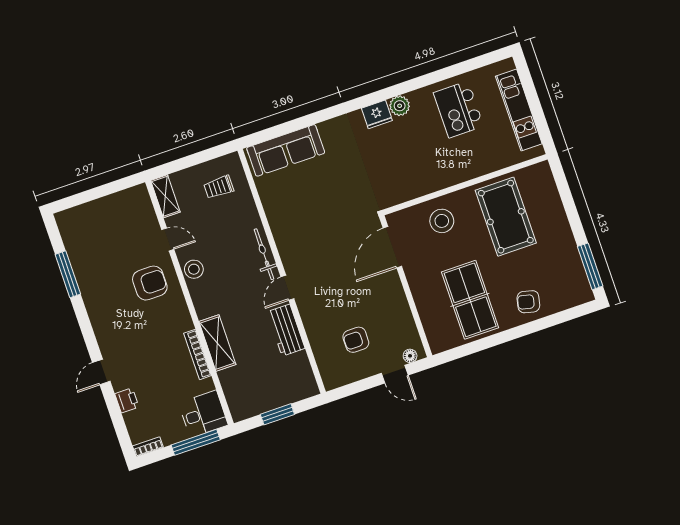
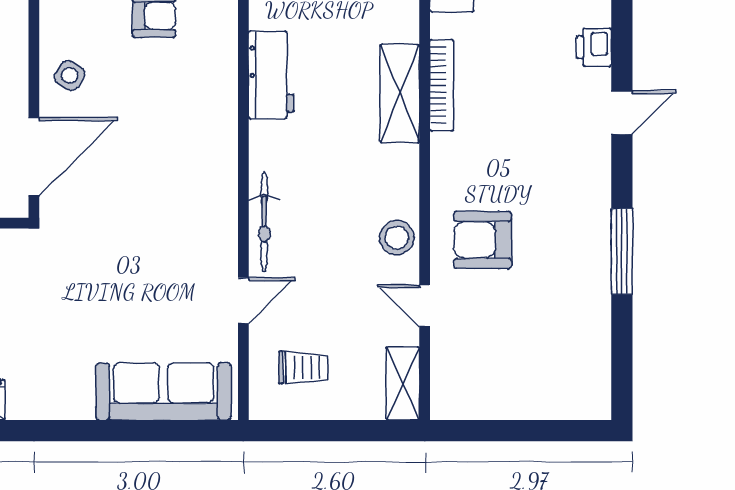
window: (68, 274) -> (622, 251), moved
door: (287, 288) -> (243, 301), moved
side table: (388, 295) -> (69, 75), added

